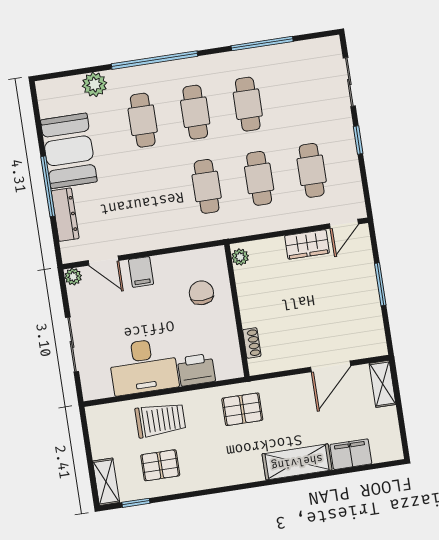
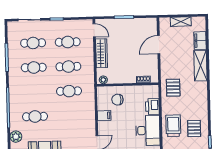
cafe table: (195, 112) -> (33, 43), moved
wardrobe: (307, 244) -> (102, 53), width x1.50
filing cabinet: (141, 272) -> (104, 116), moved
door: (331, 366) -> (159, 45), swing flipped
shelving: (383, 384) -> (181, 22), moved

